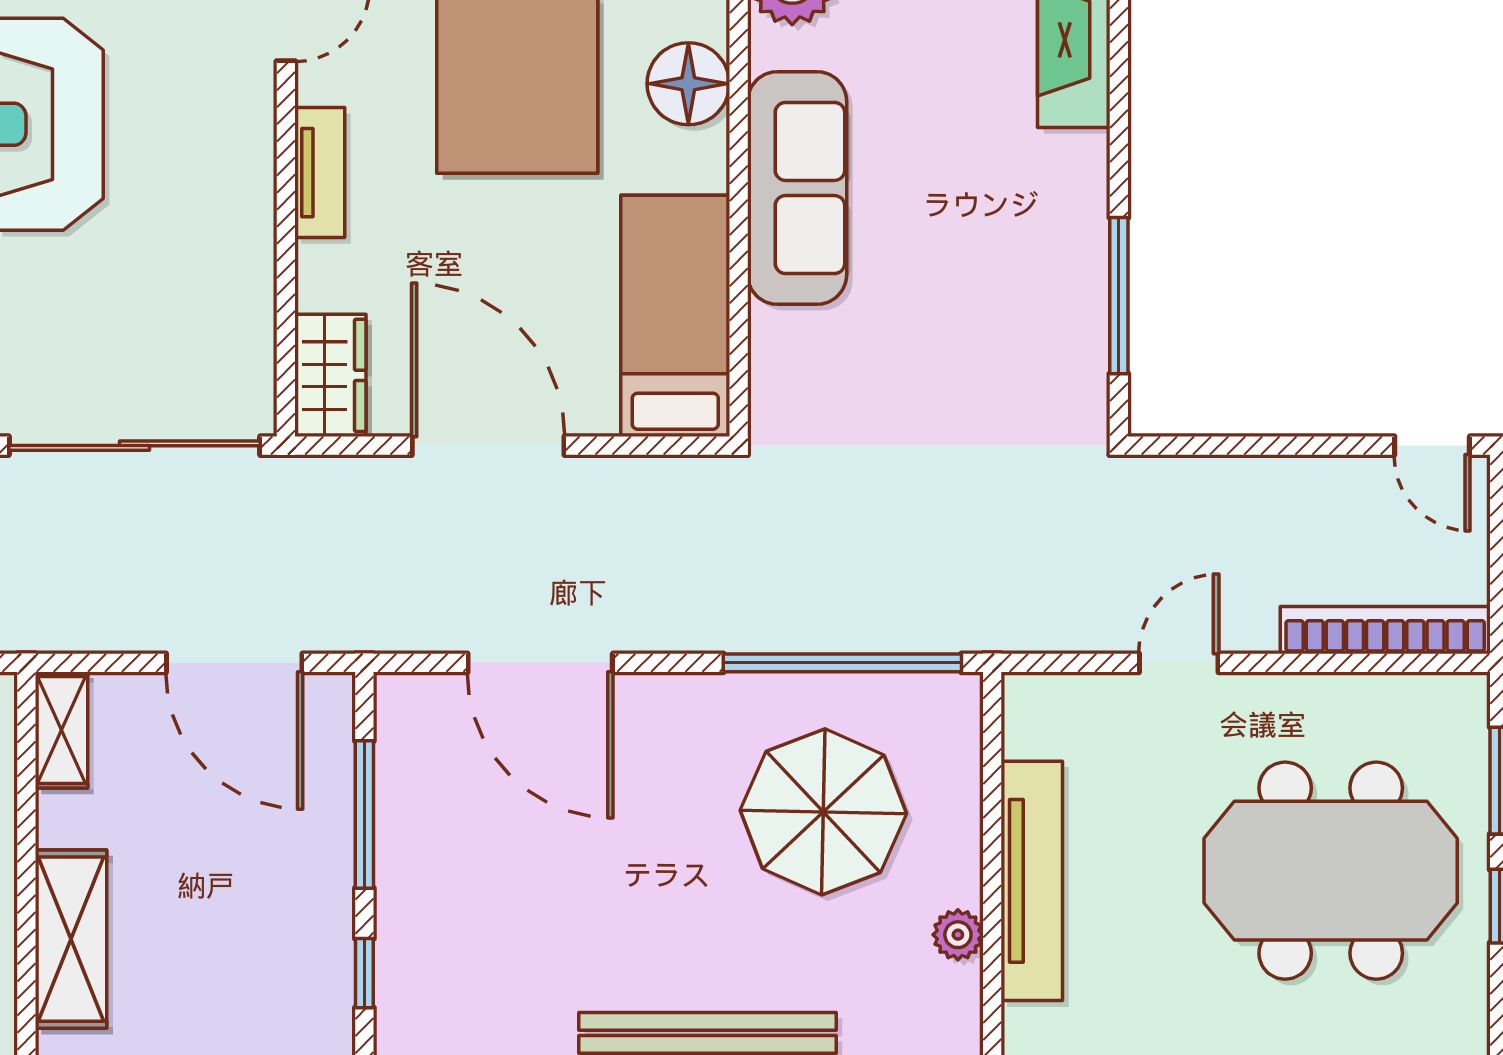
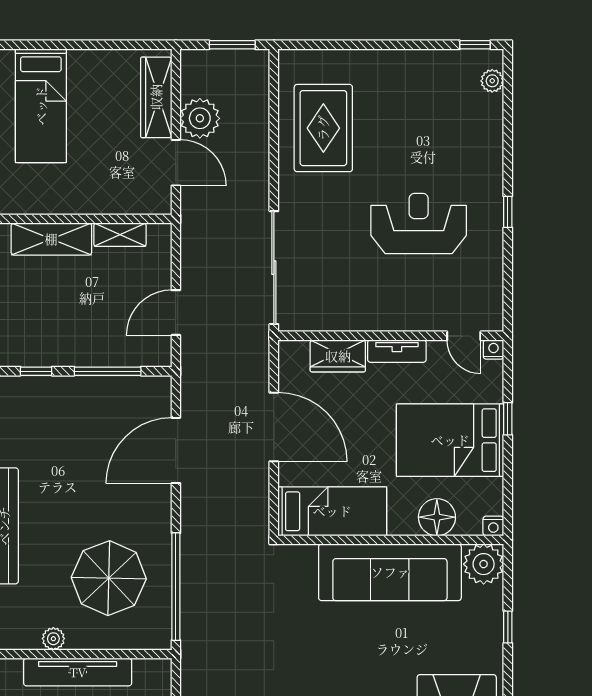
sofa: (797, 188) -> (390, 572), width x1.36, depth x1.27
wardrobe: (330, 375) -> (338, 356), moved
door: (488, 446) -> (274, 427), hinge flipped
door: (234, 663) -> (176, 313), width x0.73
shelving: (61, 730) -> (120, 235), moved

